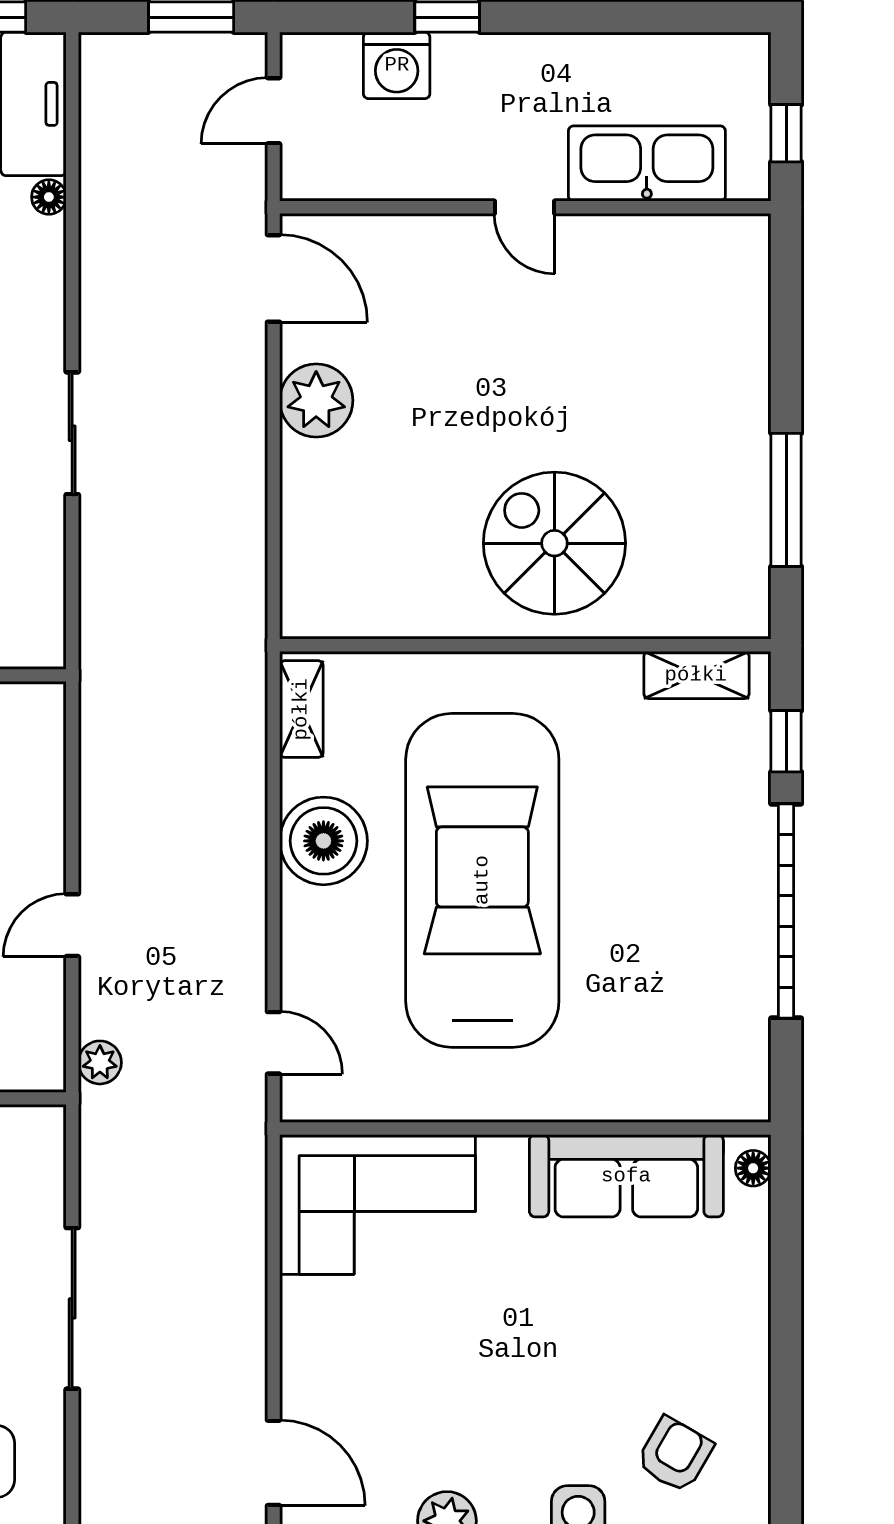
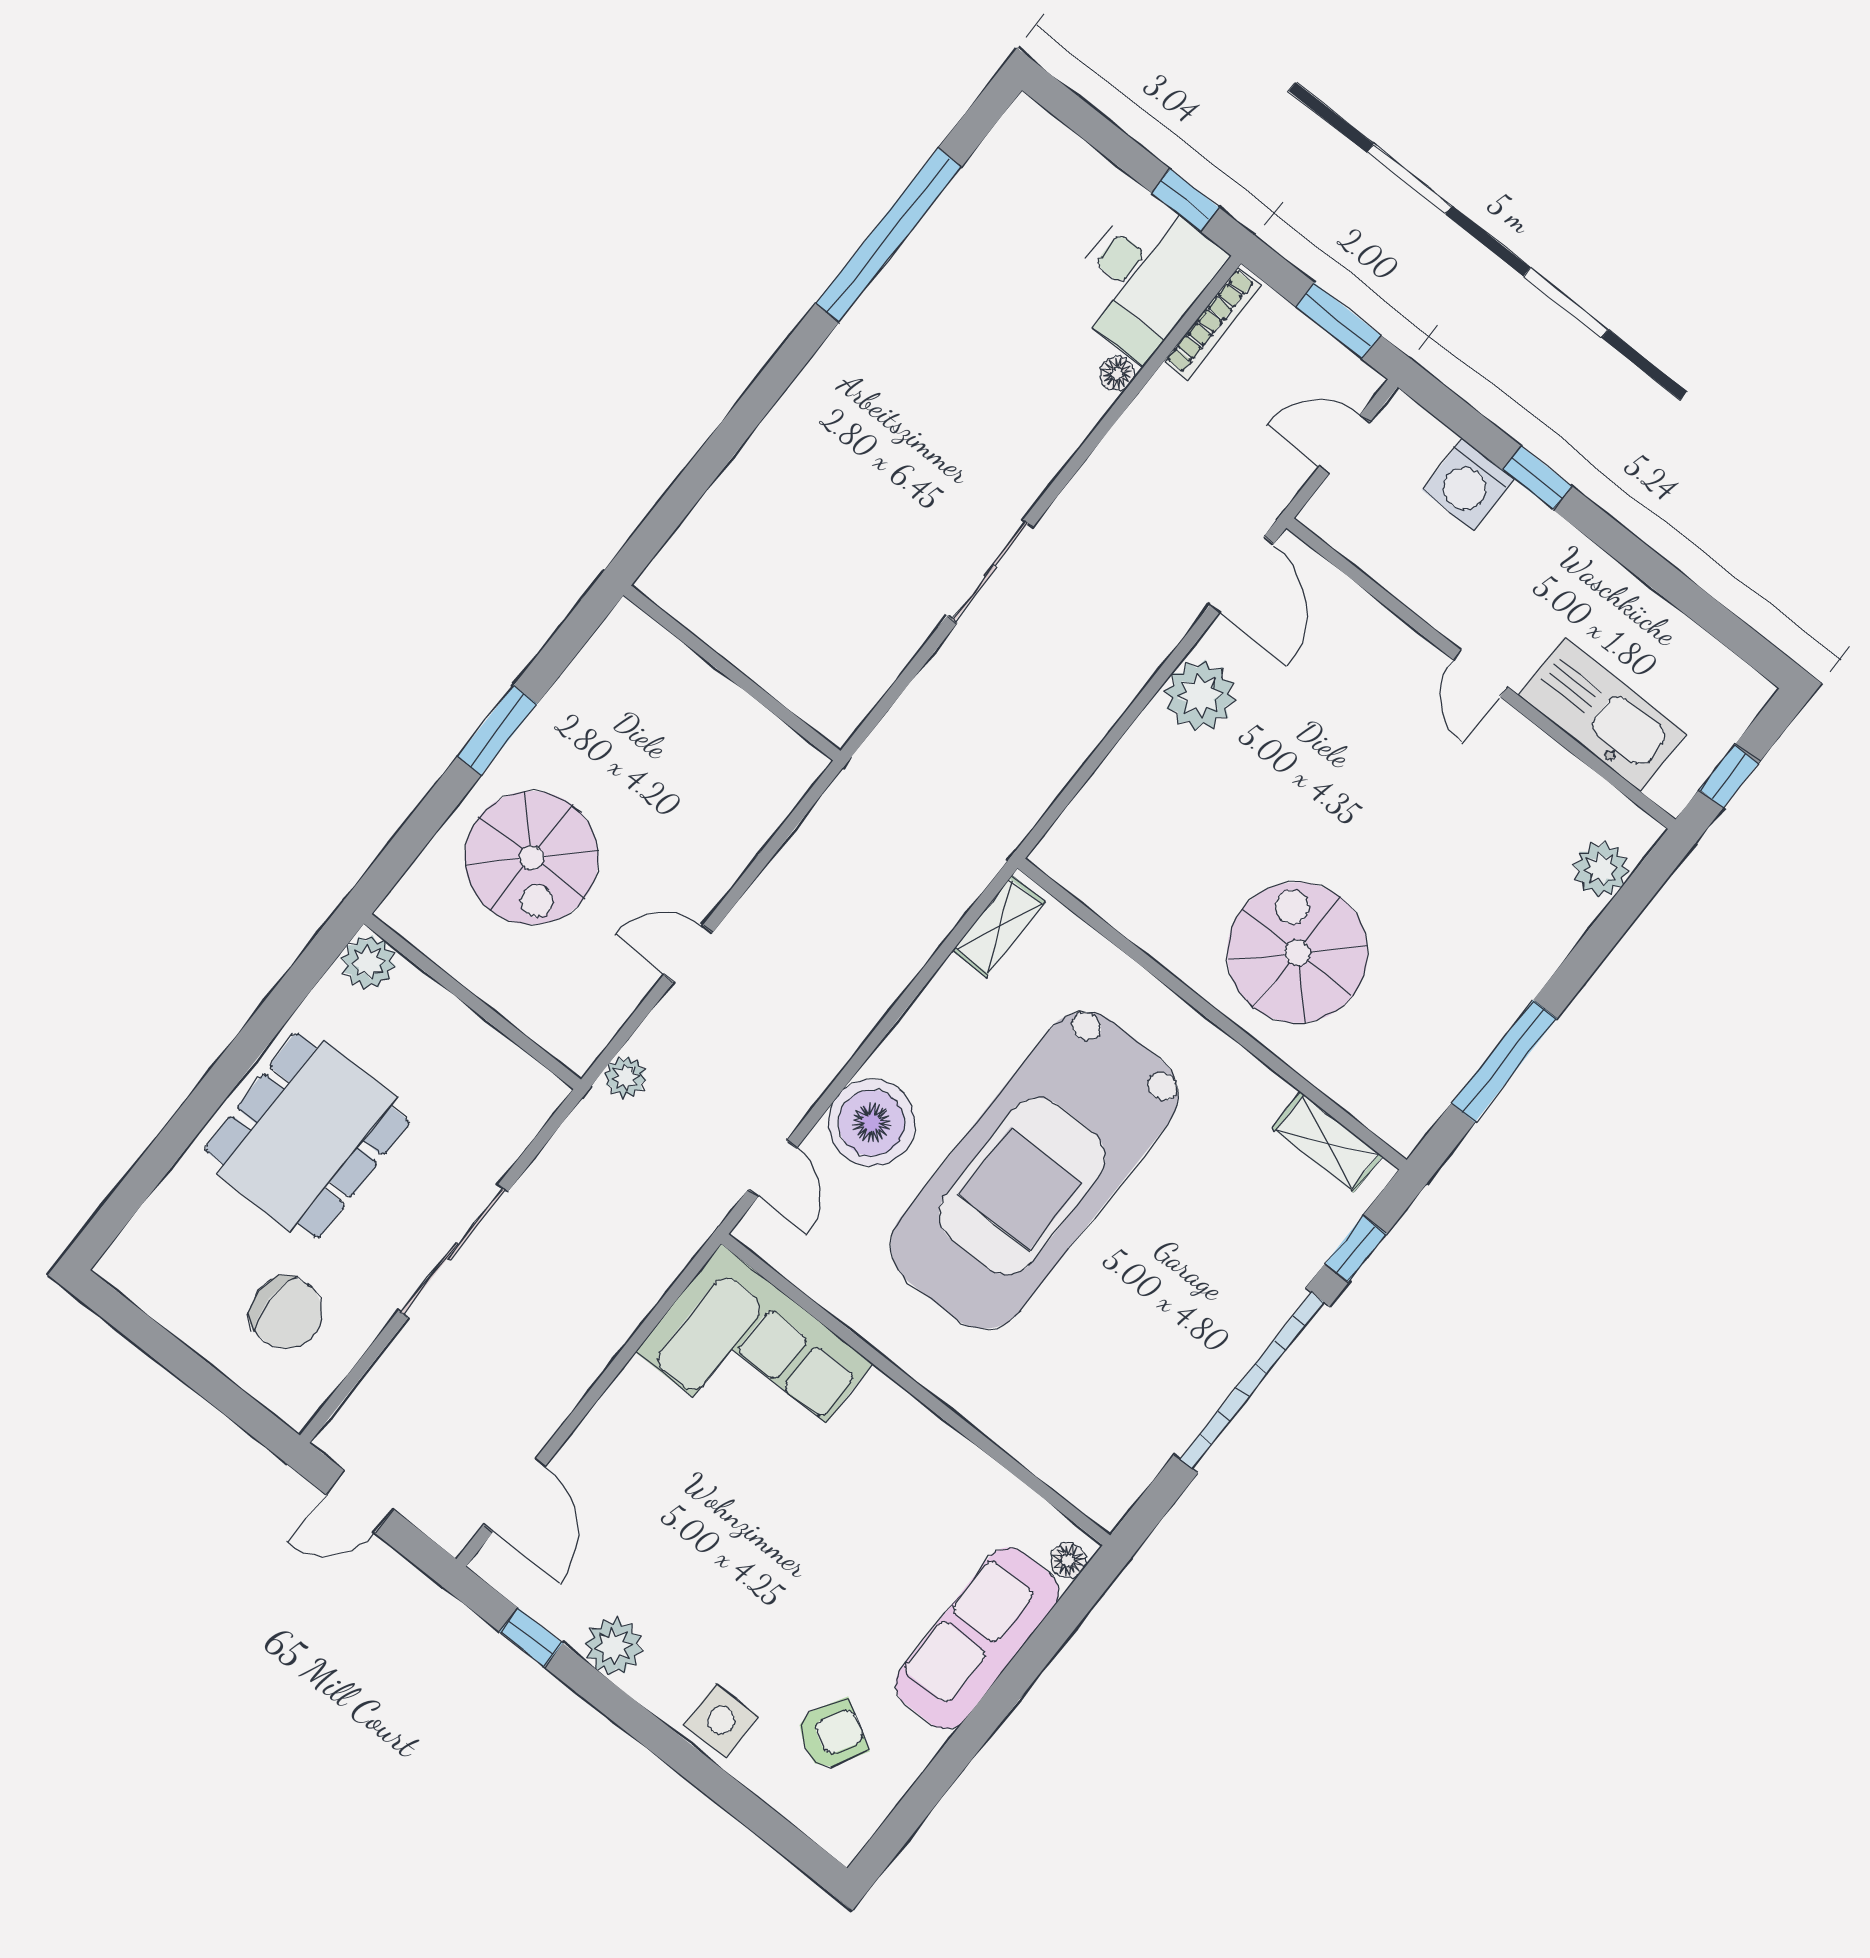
bookcase: (94, 98) -> (1213, 324), added
plant: (743, 287) -> (1601, 869), added
boiler: (323, 841) -> (872, 1123), moved
car: (482, 880) -> (1034, 1170), turned 180
sofa: (626, 1176) -> (977, 1638), moved, turned 90

